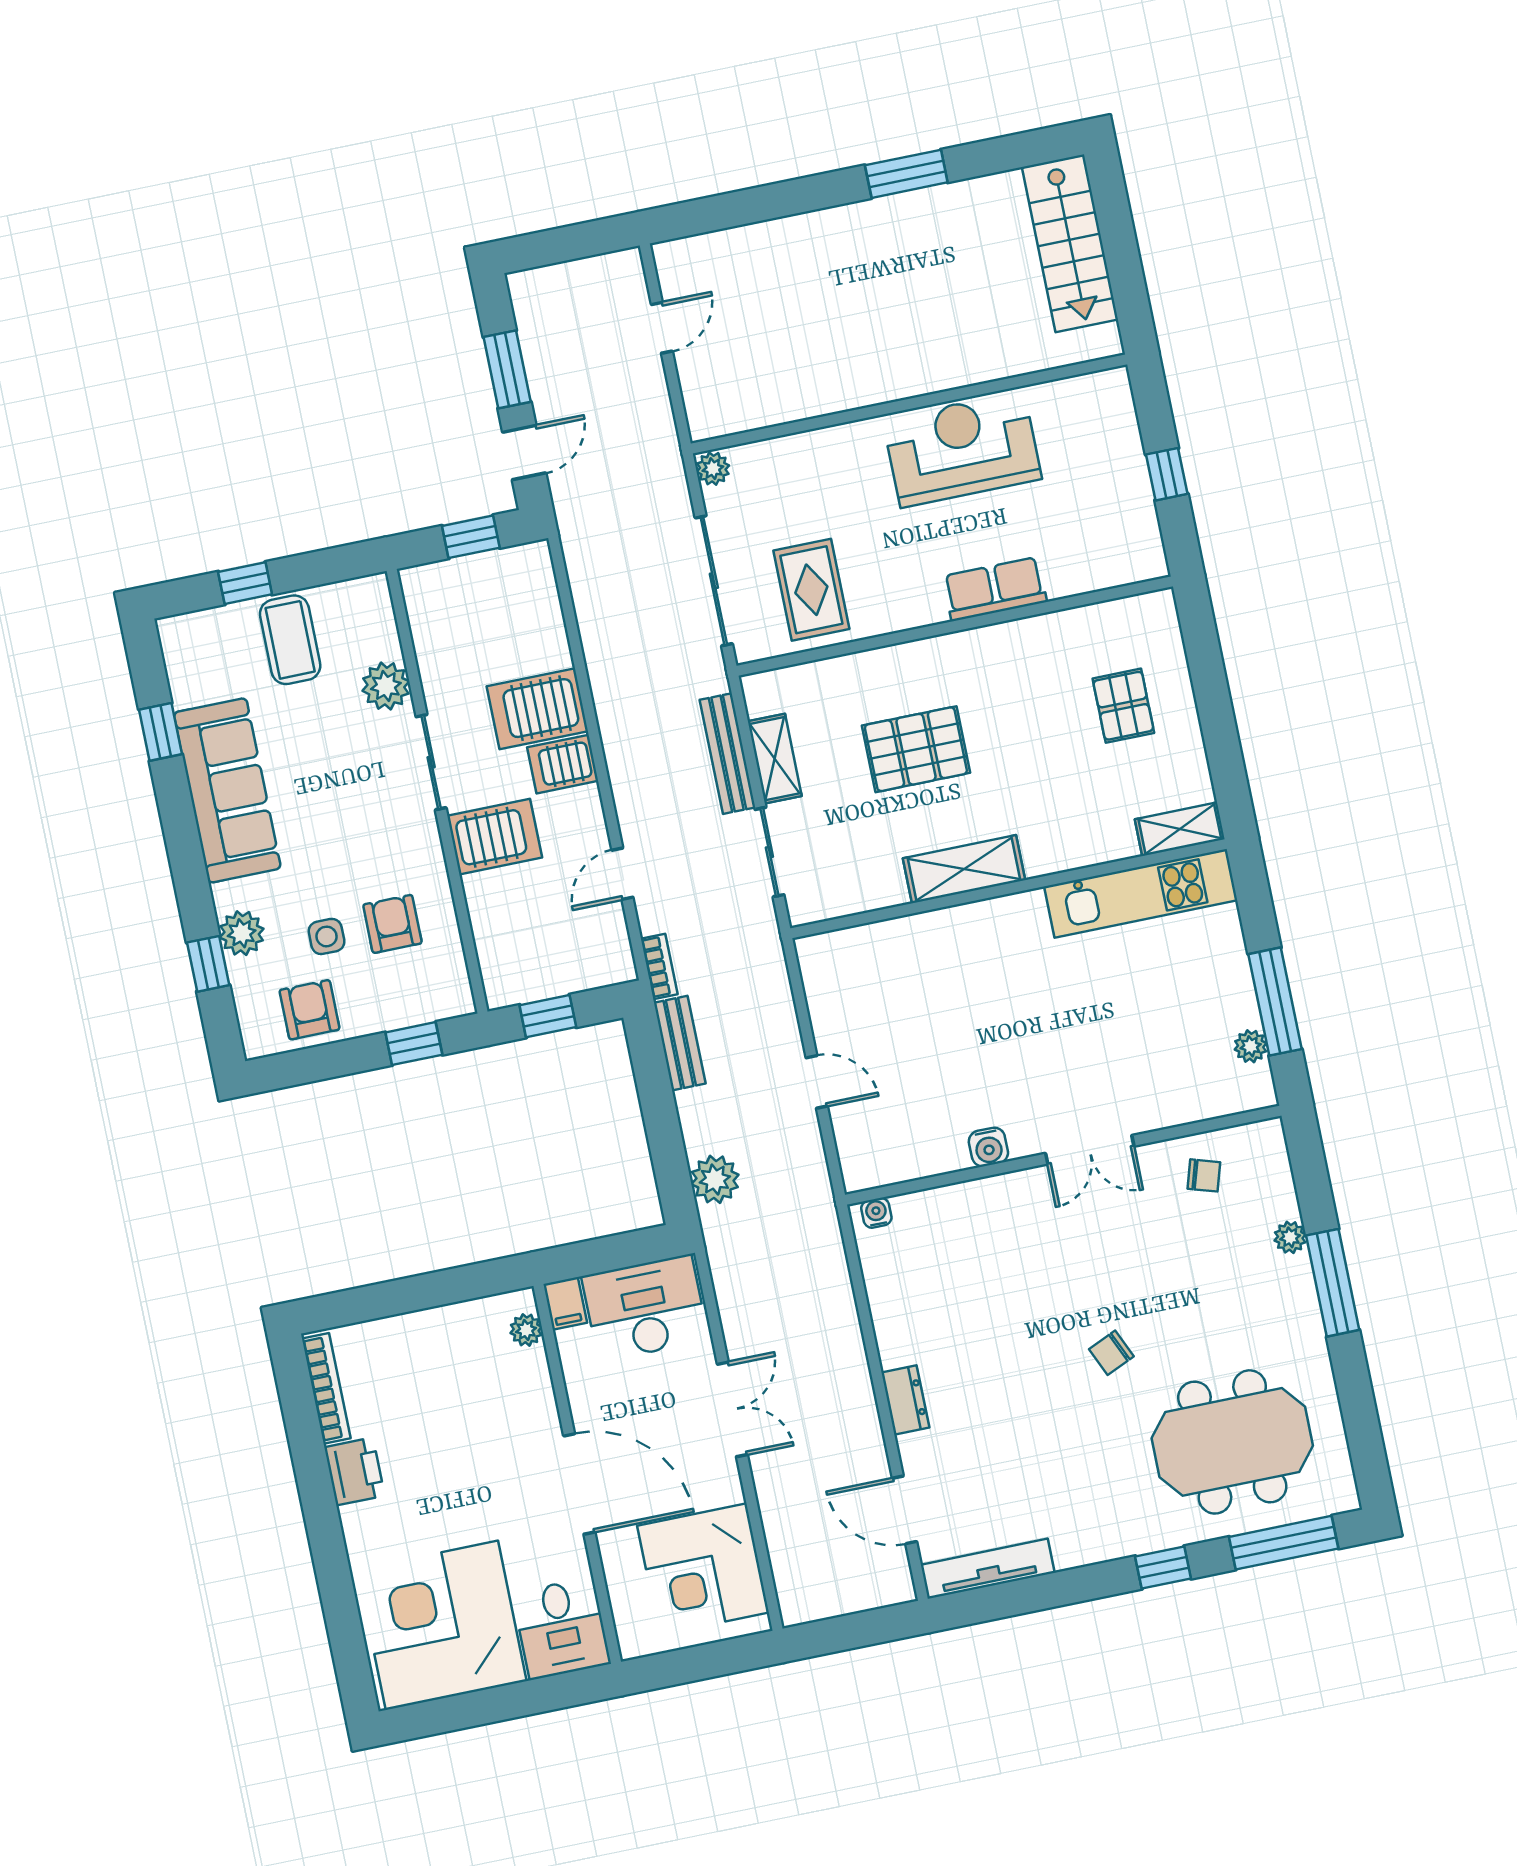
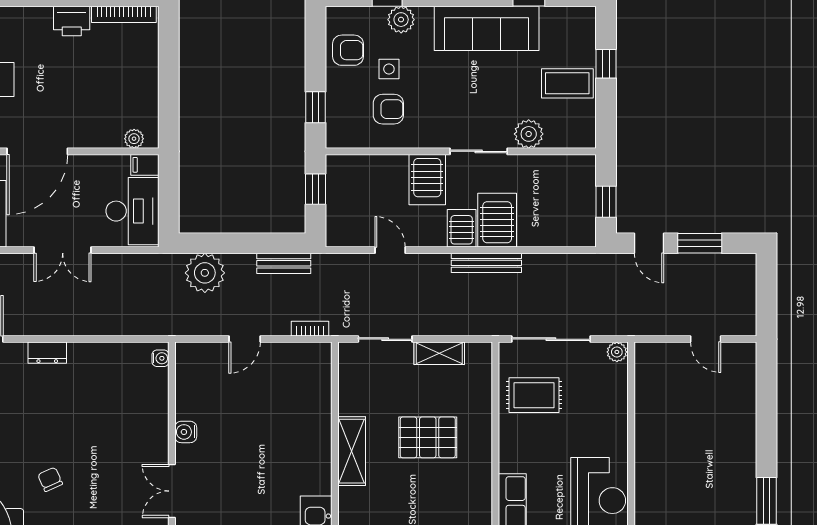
pallet: (916, 749) -> (428, 437), turned 90
bench: (728, 754) -> (486, 263), moved
bookcase: (659, 966) -> (310, 329), moved, turned 180
plant: (715, 1179) -> (205, 273), width x1.36, depth x1.36

